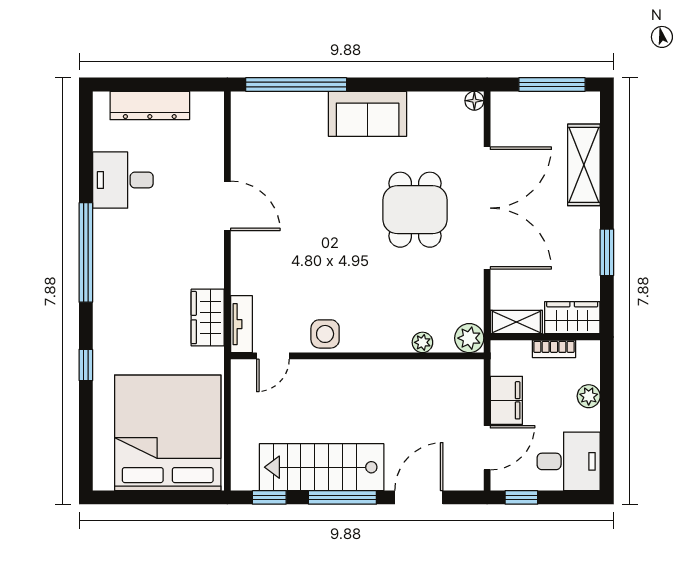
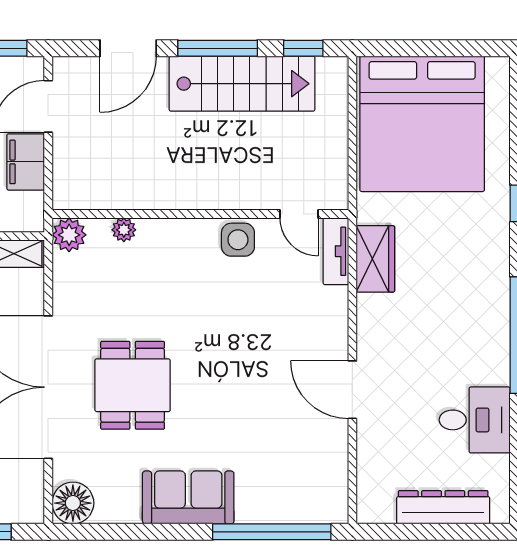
floor lamp: (474, 101) -> (73, 503), width x1.89, depth x1.89
door: (273, 356) -> (299, 214), swing flipped

